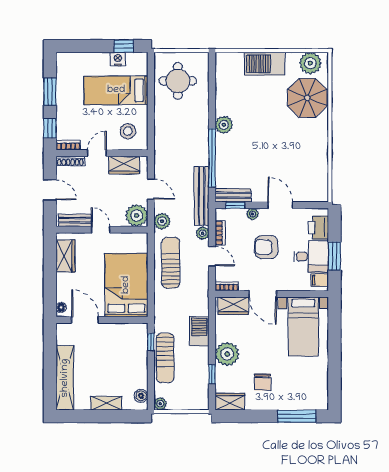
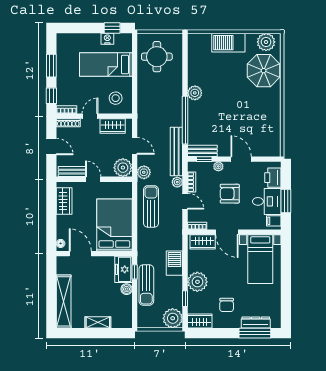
freezer: (137, 339) -> (123, 269), added
boiler: (141, 396) -> (127, 289), moved
dresser: (298, 403) -> (256, 322), added
plant: (160, 404) -> (173, 318), moved, width x1.87, depth x1.87

